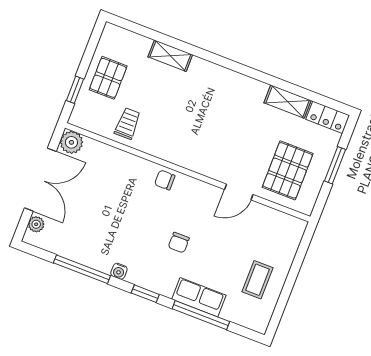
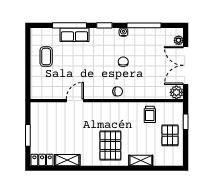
pallet: (288, 170) -> (110, 145), moved
chair: (179, 243) -> (123, 62), moved

